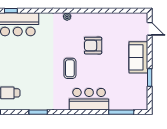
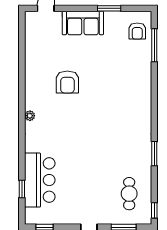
coffee table: (70, 68) -> (97, 112), removed
bar counter: (89, 99) -> (137, 87), removed
armchair: (132, 99) -> (137, 31), added

